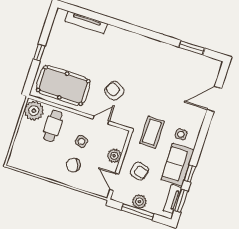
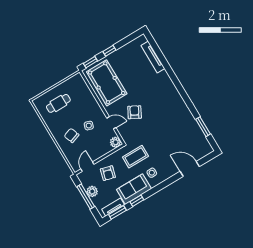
window: (30, 79) -> (90, 62), added
plant: (34, 111) -> (76, 83), removed
cafe table: (53, 126) -> (58, 103), moved
plant: (114, 156) -> (115, 142), moved

